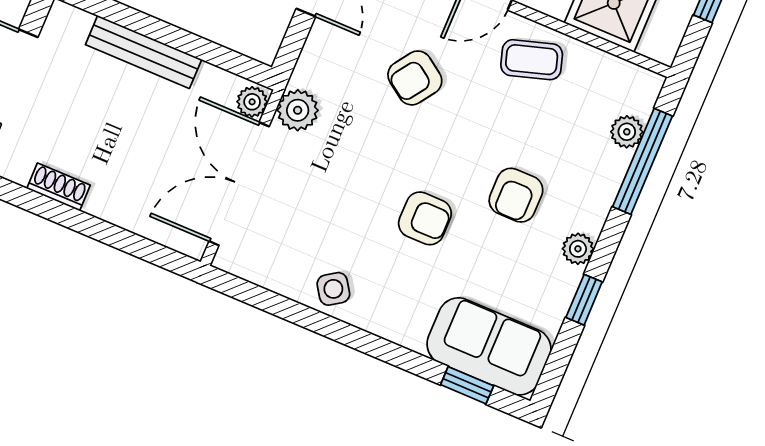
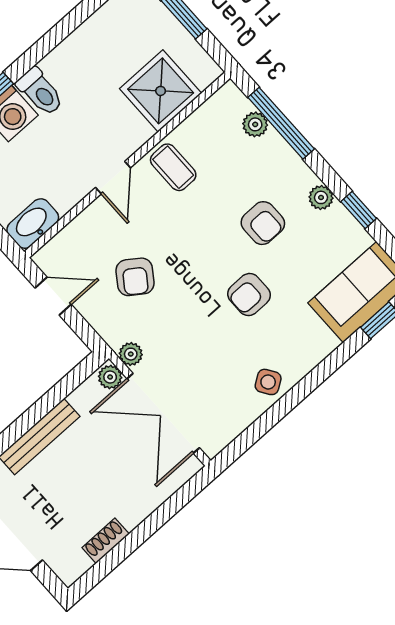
coffee table: (532, 60) -> (173, 167), turned -73
armchair: (415, 78) -> (135, 277), moved
plant: (298, 110) -> (131, 354), width x0.73, depth x0.73
armchair: (425, 218) -> (249, 295), turned 180

